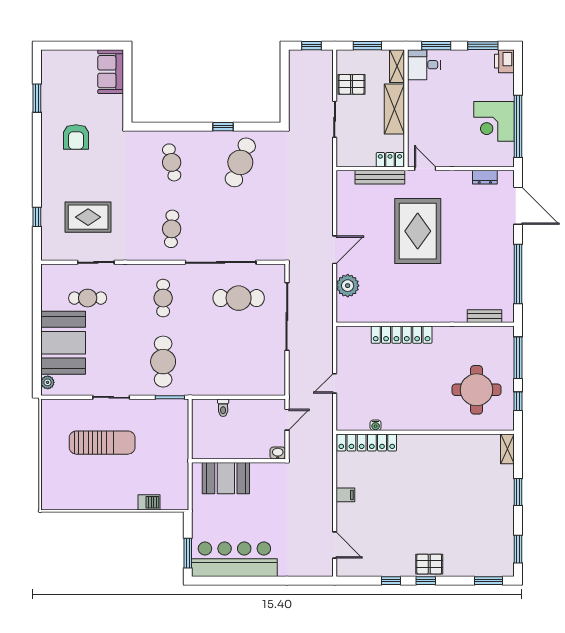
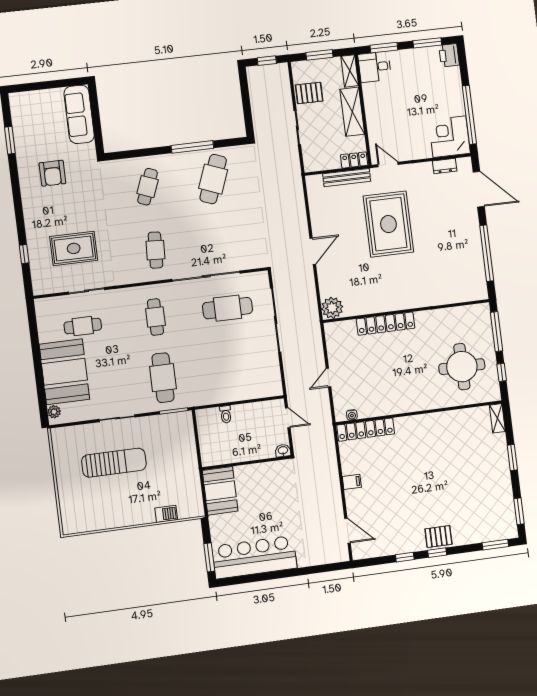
sofa: (111, 72) -> (79, 114), width x1.36
corner desk: (494, 121) -> (449, 137), moved, turned 90
window: (223, 127) -> (192, 147), width x2.17
cafe table: (172, 162) -> (148, 187), turned 33
plant: (348, 286) -> (332, 308), moved
bench: (484, 316) -> (461, 296), removed
door: (287, 420) -> (288, 418), hinge flipped
water cooler: (376, 425) -> (352, 415), moved
booth: (226, 478) -> (220, 491), moved, turned 90

